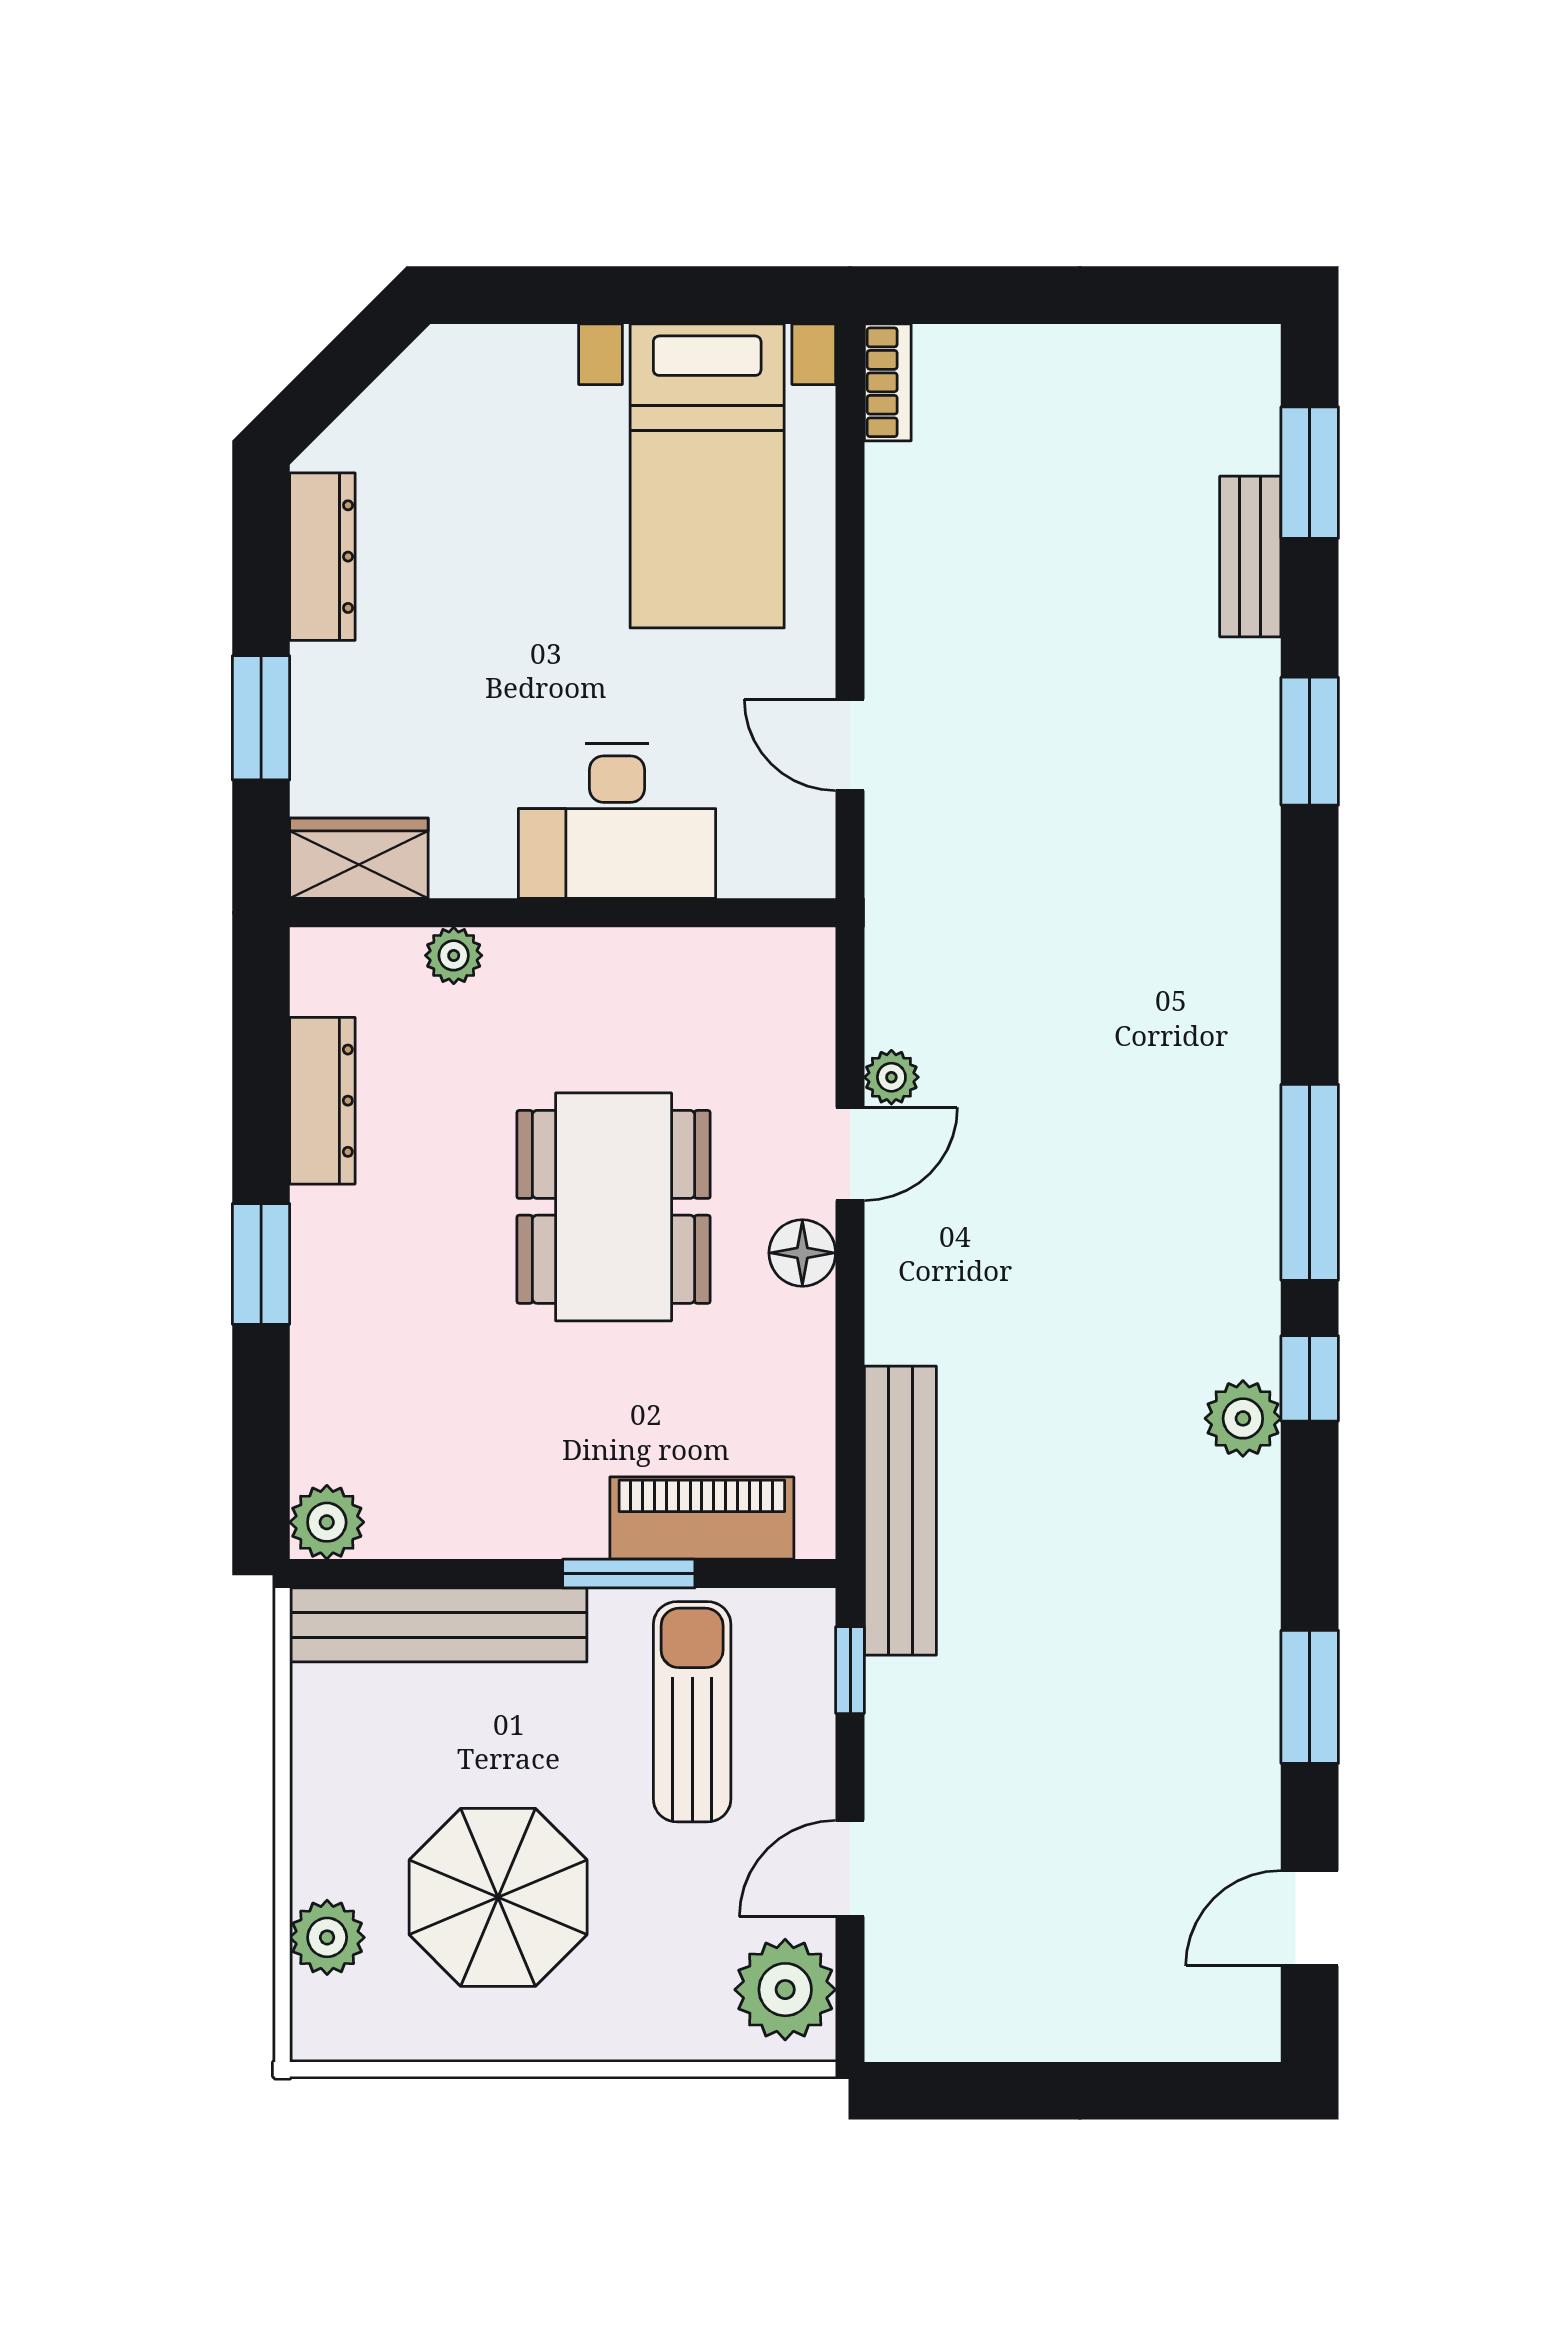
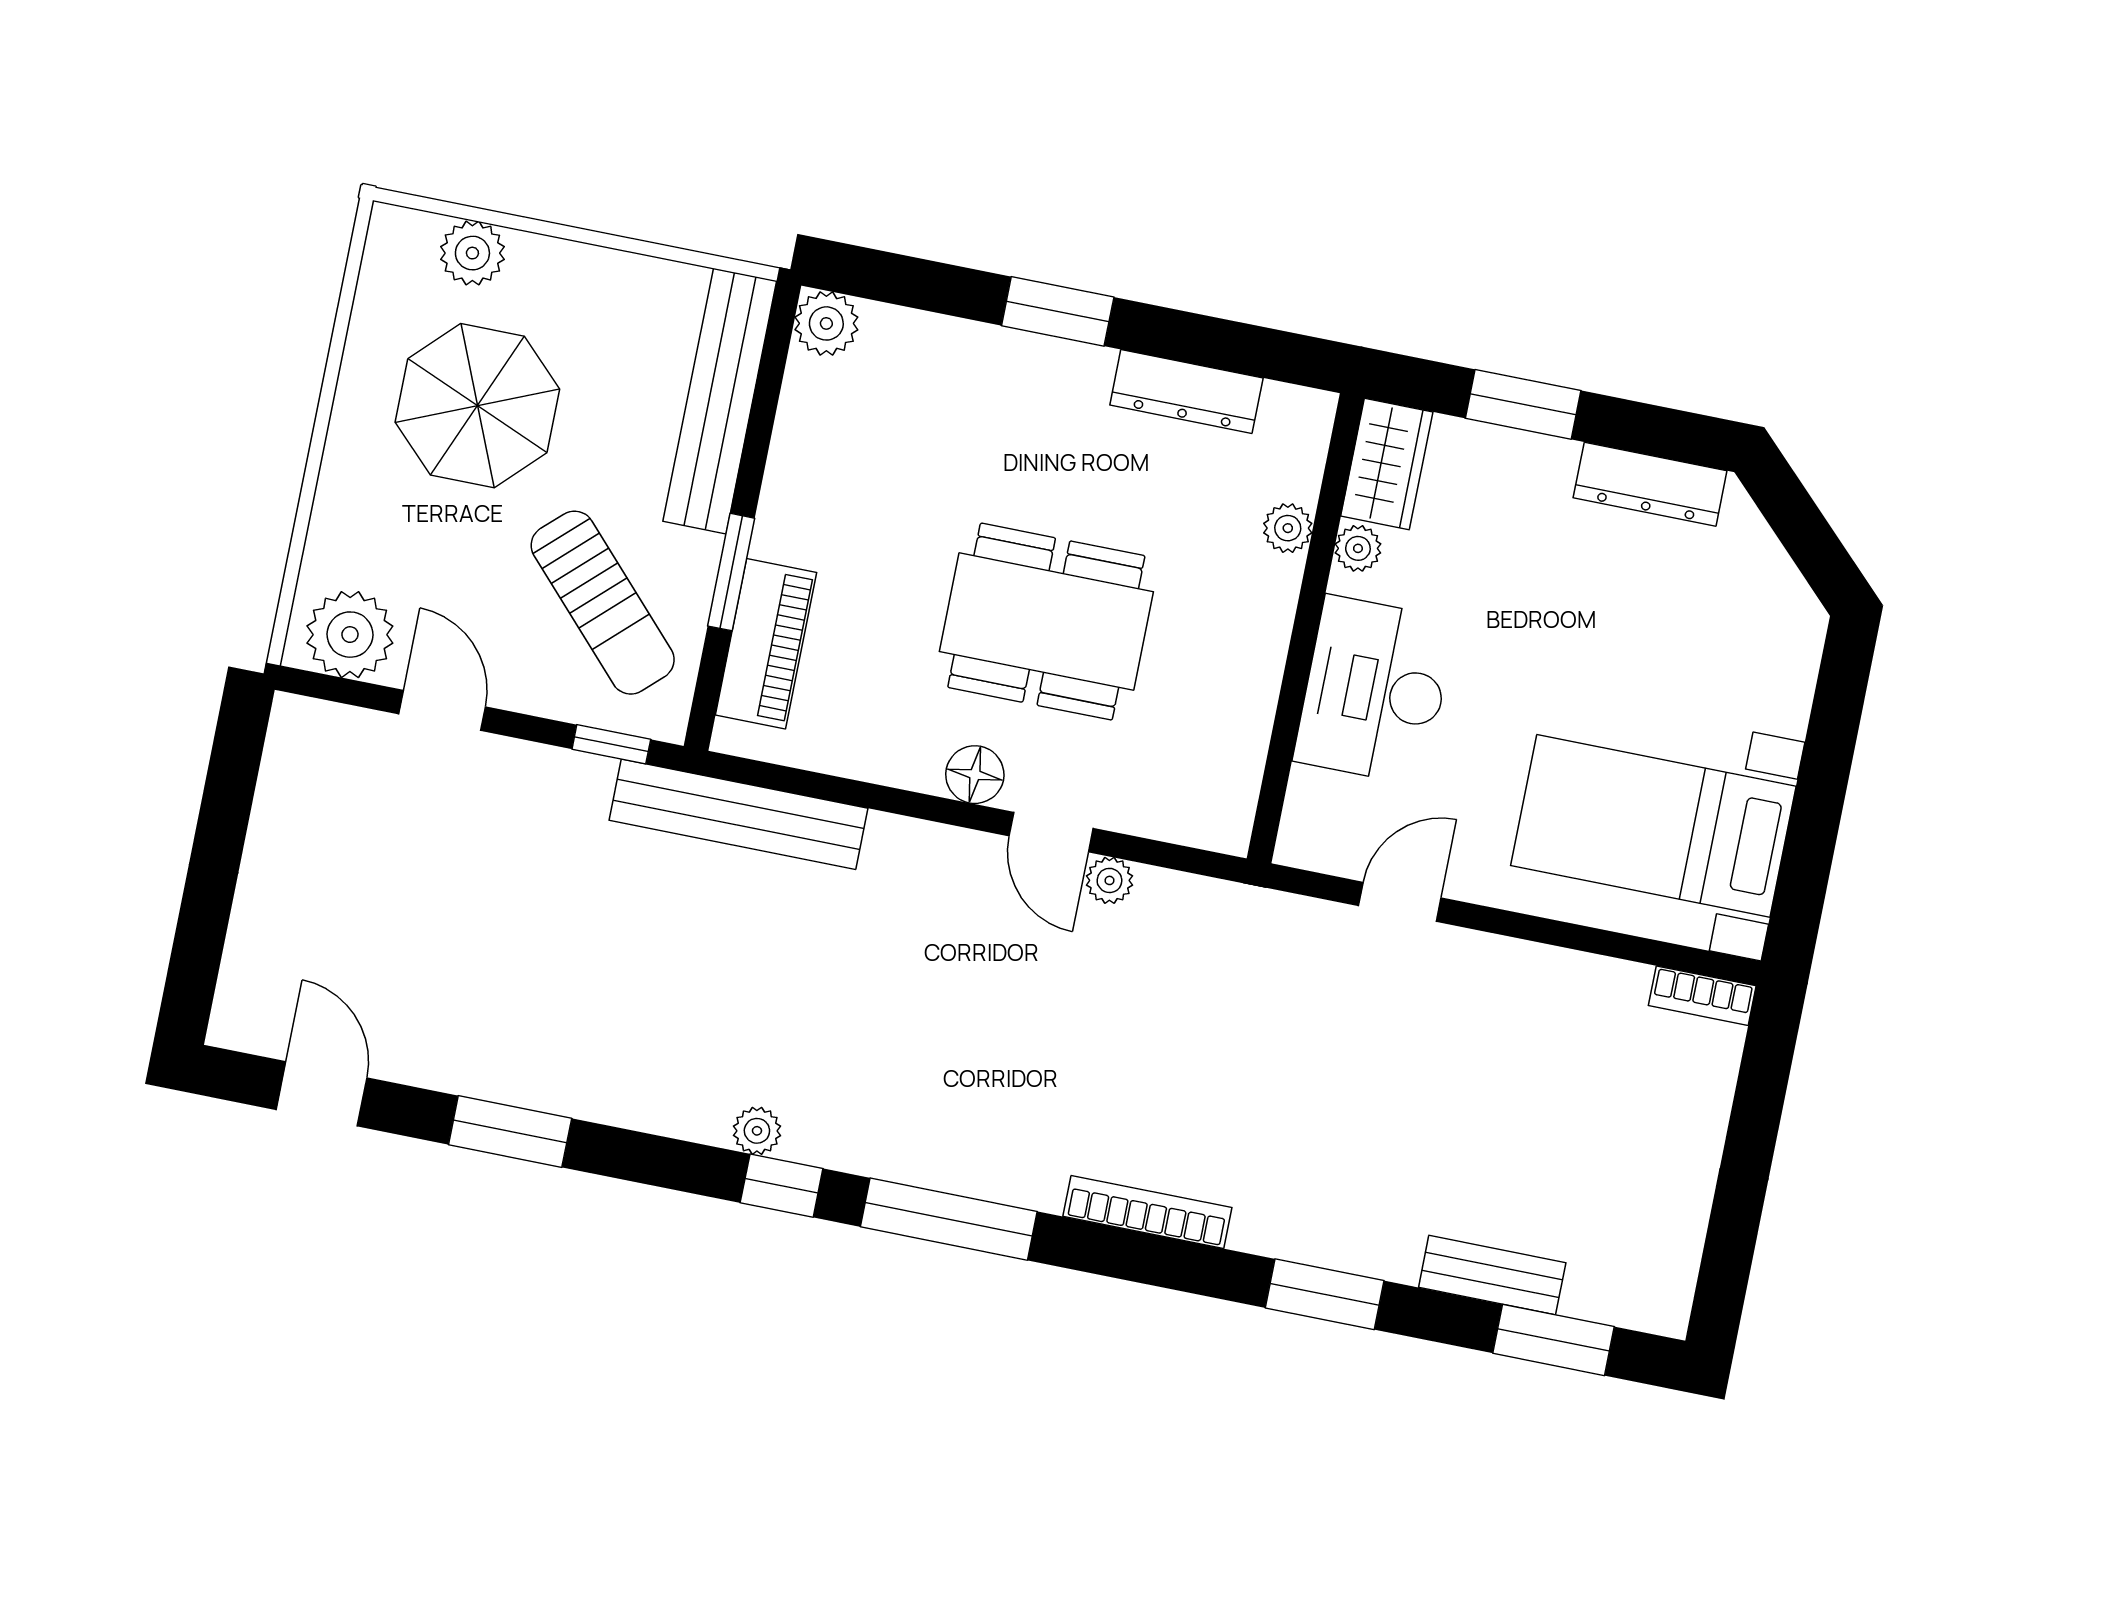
plant: (461, 872) -> (1358, 548), added
bookcase: (1257, 960) -> (1147, 1212), added
plant: (1243, 1418) -> (757, 1131), width x0.73, depth x0.73
sun lounger: (692, 1712) -> (603, 603), turned 47

